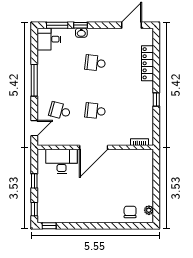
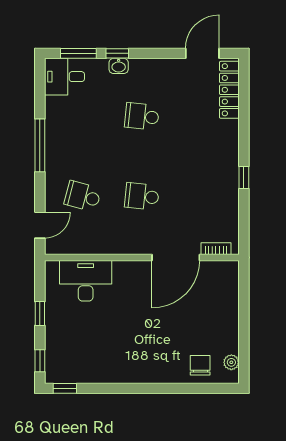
locker: (148, 63) -> (229, 90), moved
door: (94, 147) -> (176, 257), moved

